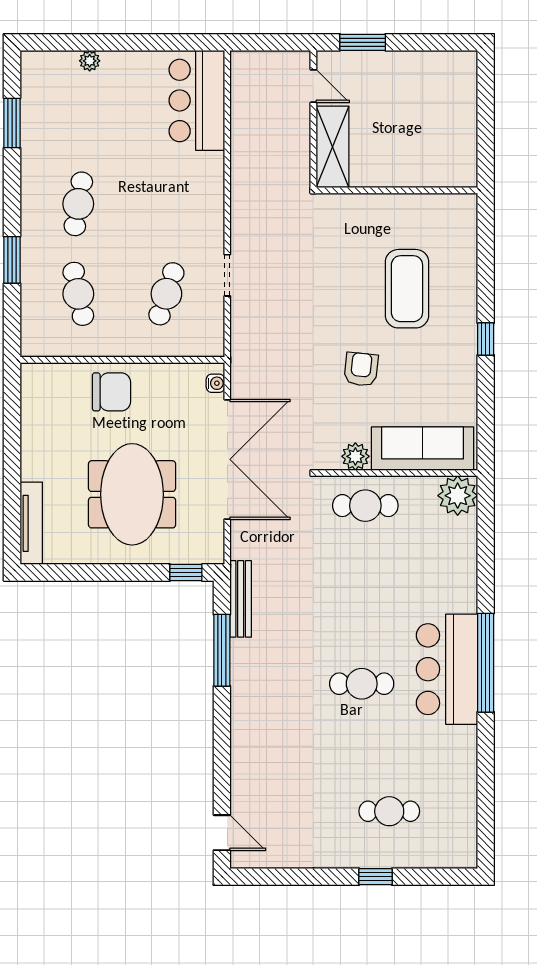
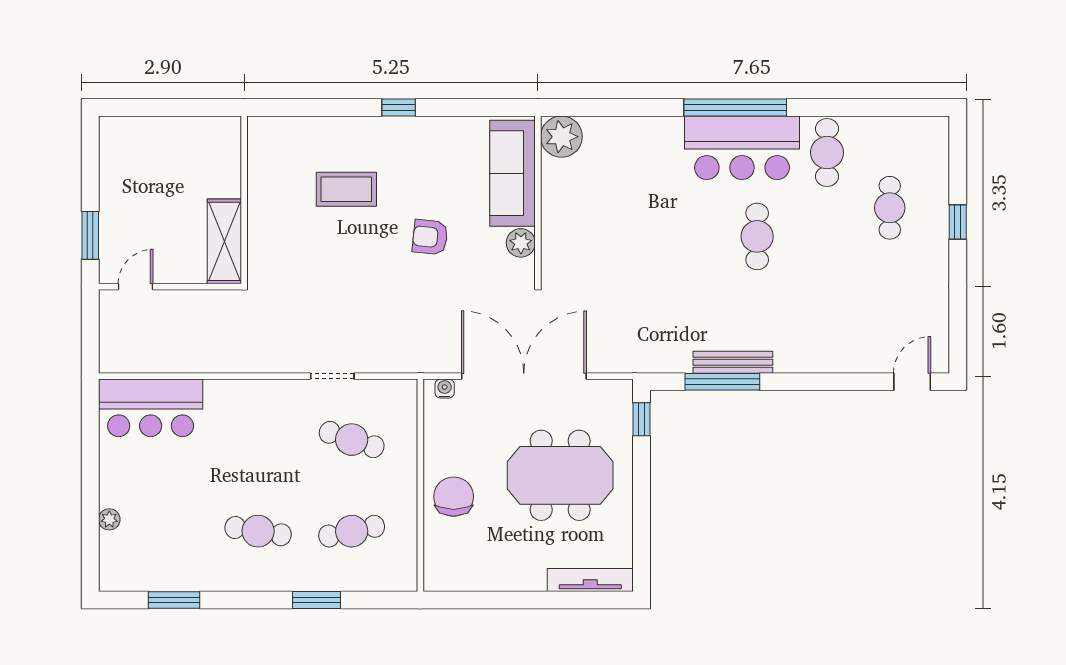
shelving: (332, 147) -> (224, 241), moved, turned 90
coffee table: (407, 289) -> (346, 189), width x0.73, depth x0.76
cafe table: (365, 506) -> (827, 153), moved
bench: (241, 599) -> (733, 362), moved

